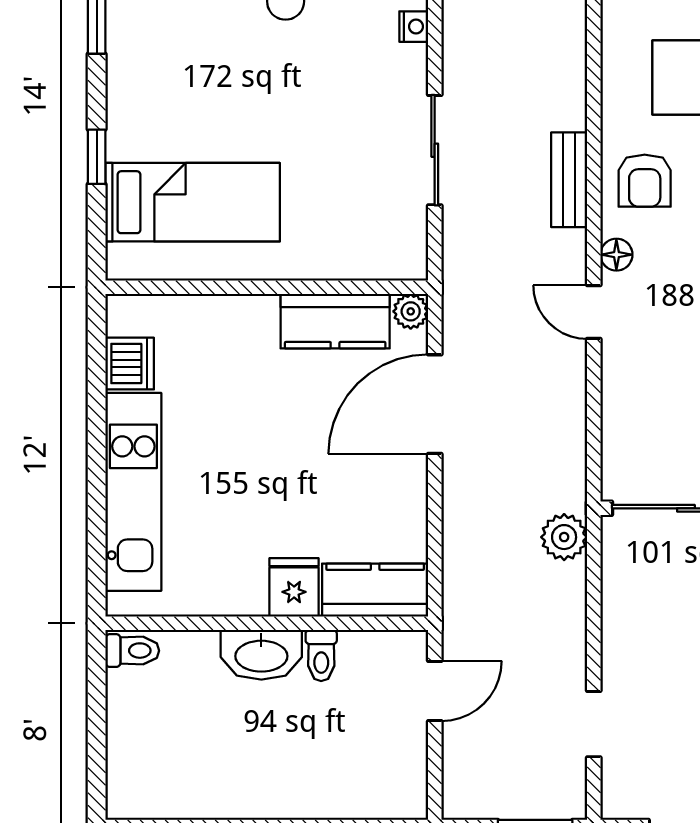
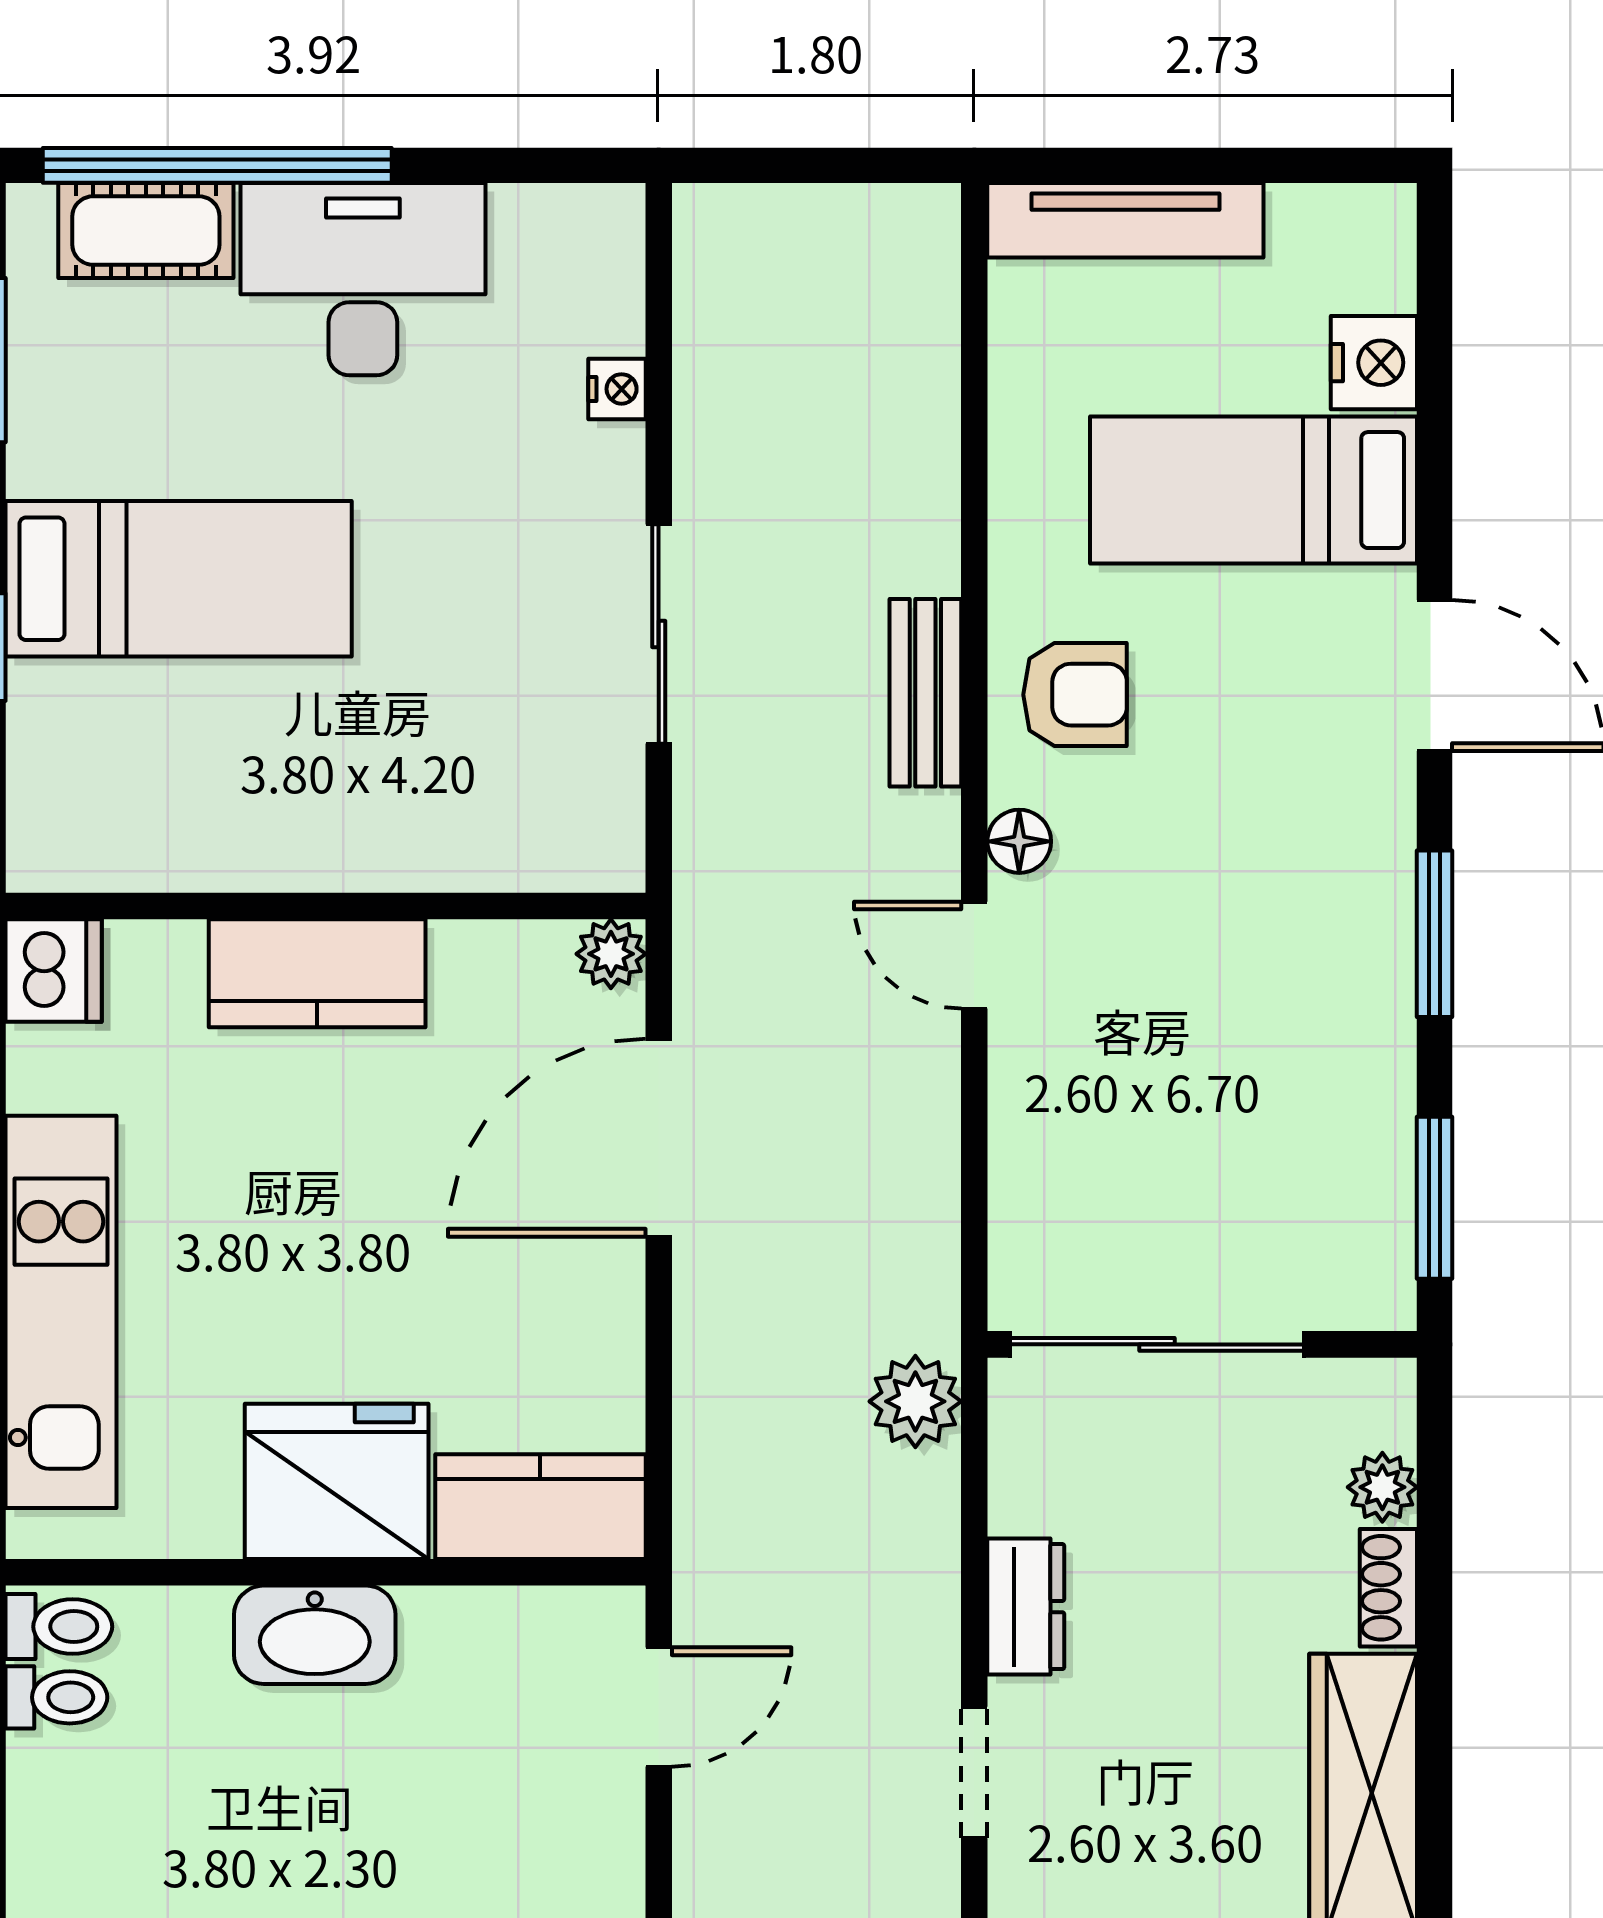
armchair: (645, 181) -> (1075, 695), turned -90
bed: (193, 202) -> (179, 579), moved
kitchen counter: (335, 321) -> (317, 973), moved
dishwasher: (130, 364) -> (54, 971), moved
fridge: (294, 587) -> (337, 1481), width x1.88, depth x1.34
dresser: (620, 640) -> (1026, 1607), added
toilet: (321, 655) -> (56, 1697), moved, turned -90

